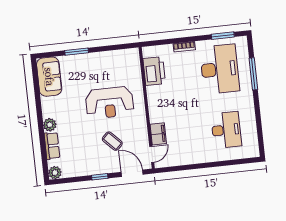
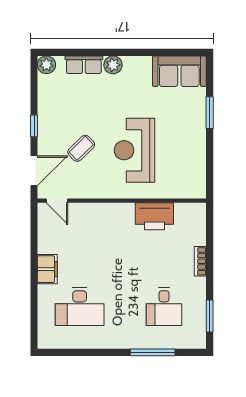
desk: (220, 69) -> (164, 307), width x0.53, depth x0.77
printer: (154, 71) -> (154, 216), moved
filing cabinet: (158, 134) -> (47, 269), moved, turned -90

